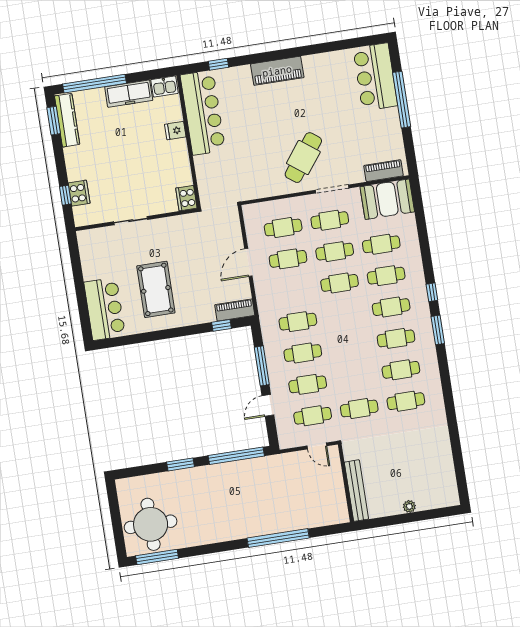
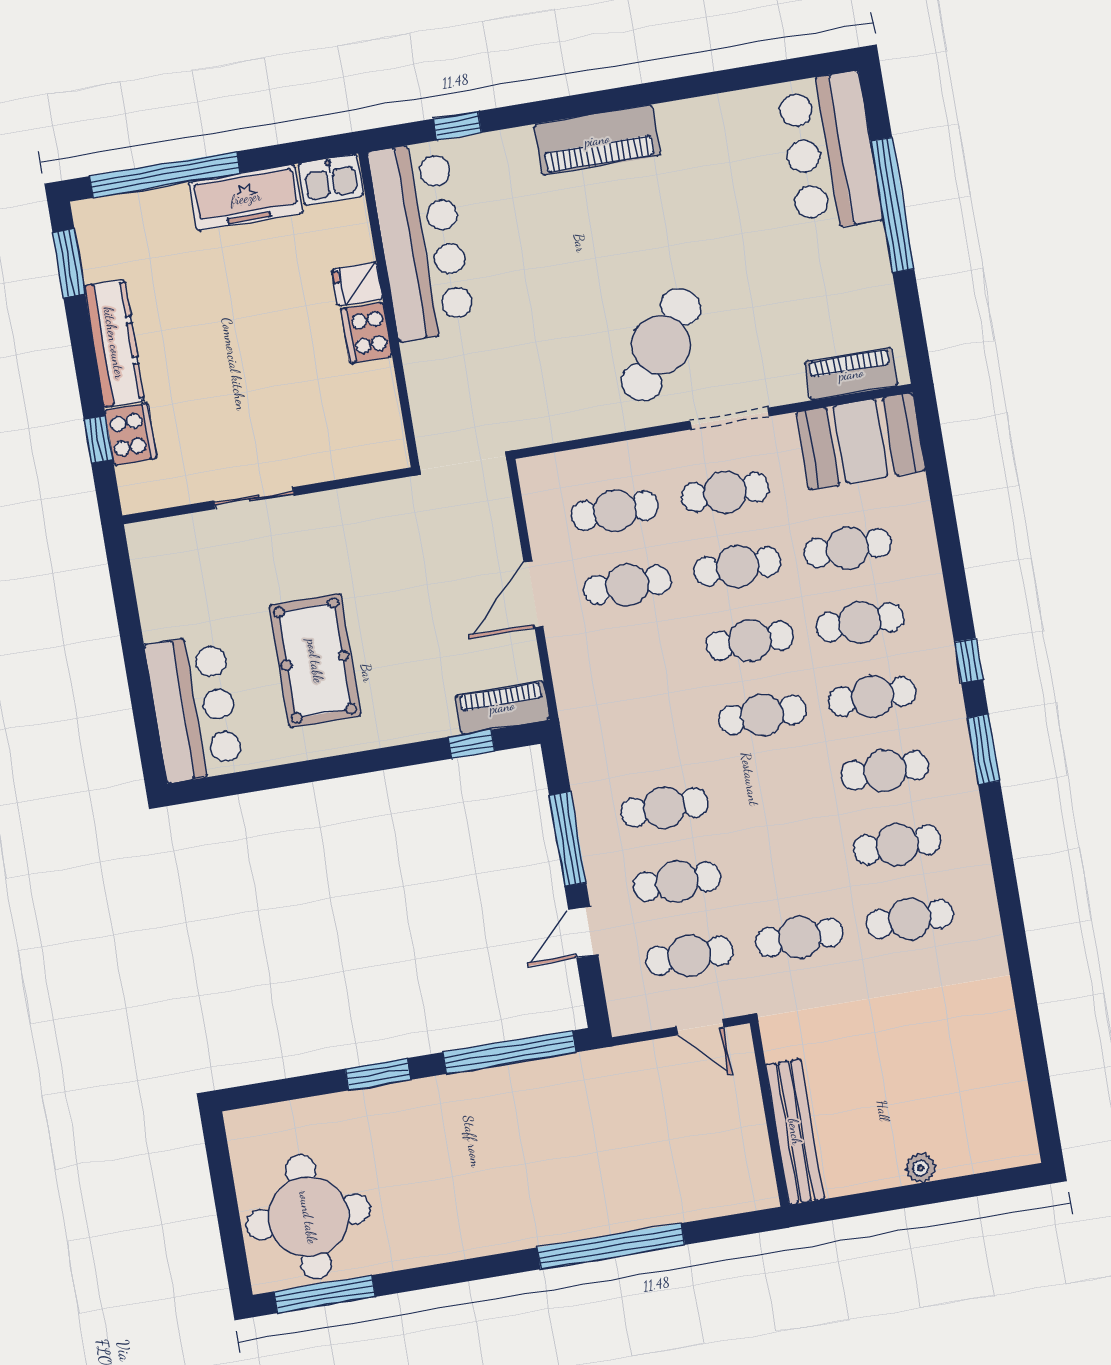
kitchen counter: (67, 120) -> (114, 343), moved
cooker: (186, 198) -> (367, 333), moved
cafe table: (298, 322) -> (762, 715), moved

